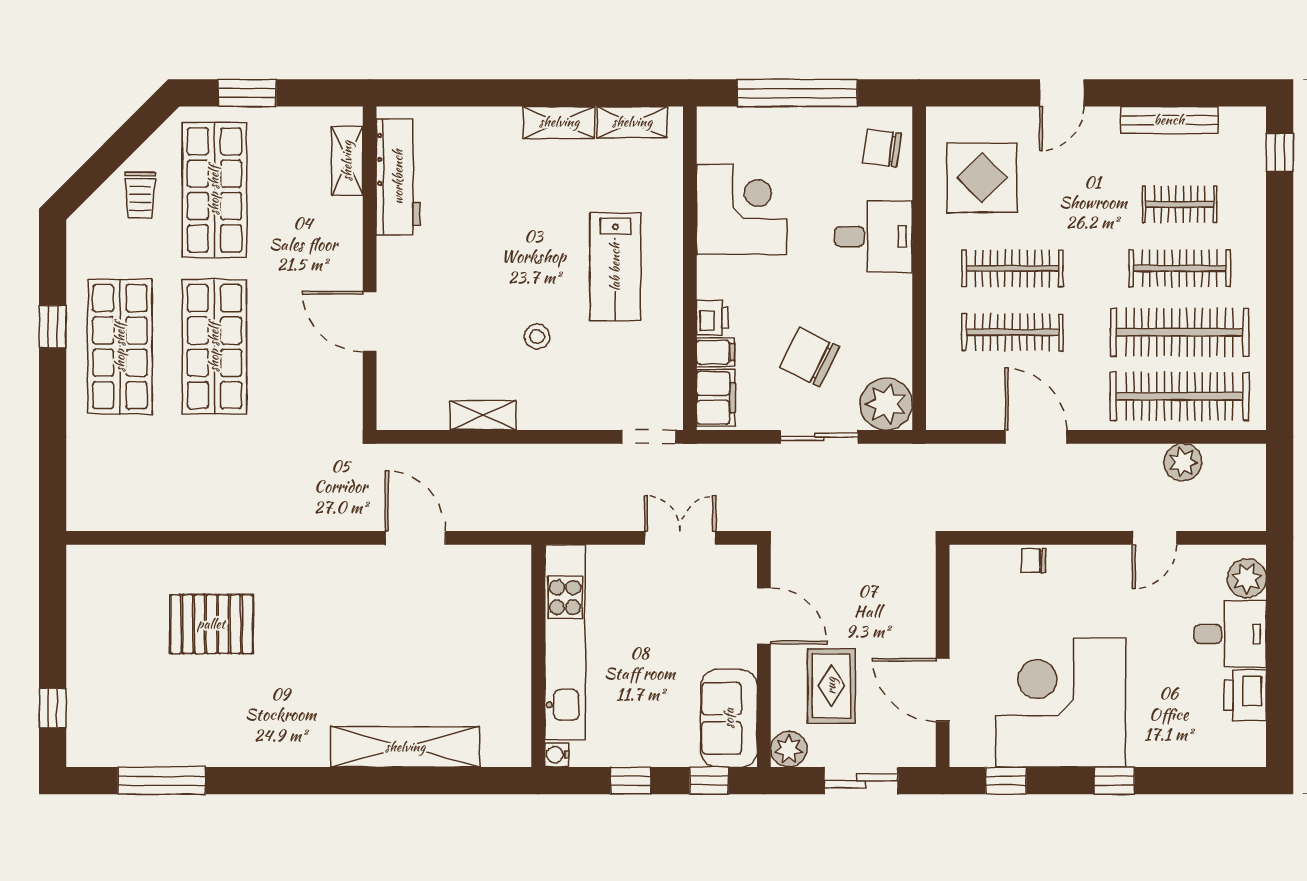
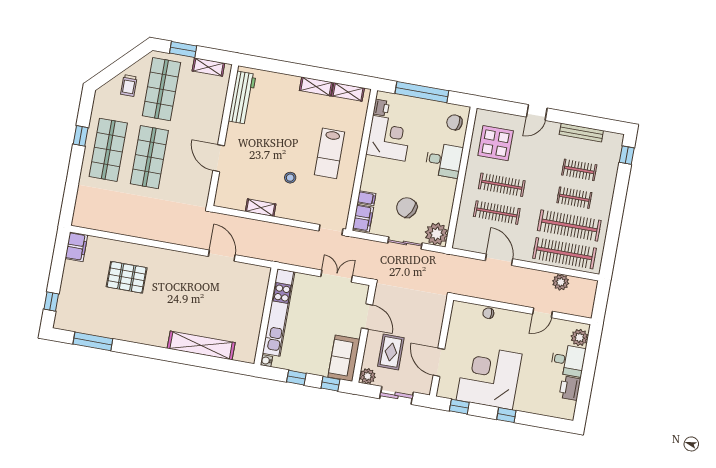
shelving: (347, 161) -> (208, 67), moved, turned 90
clothes rail: (1180, 268) -> (574, 198), width x0.73
printer: (712, 318) -> (381, 108), moved
filing cabinet: (87, 576) -> (76, 247), added

